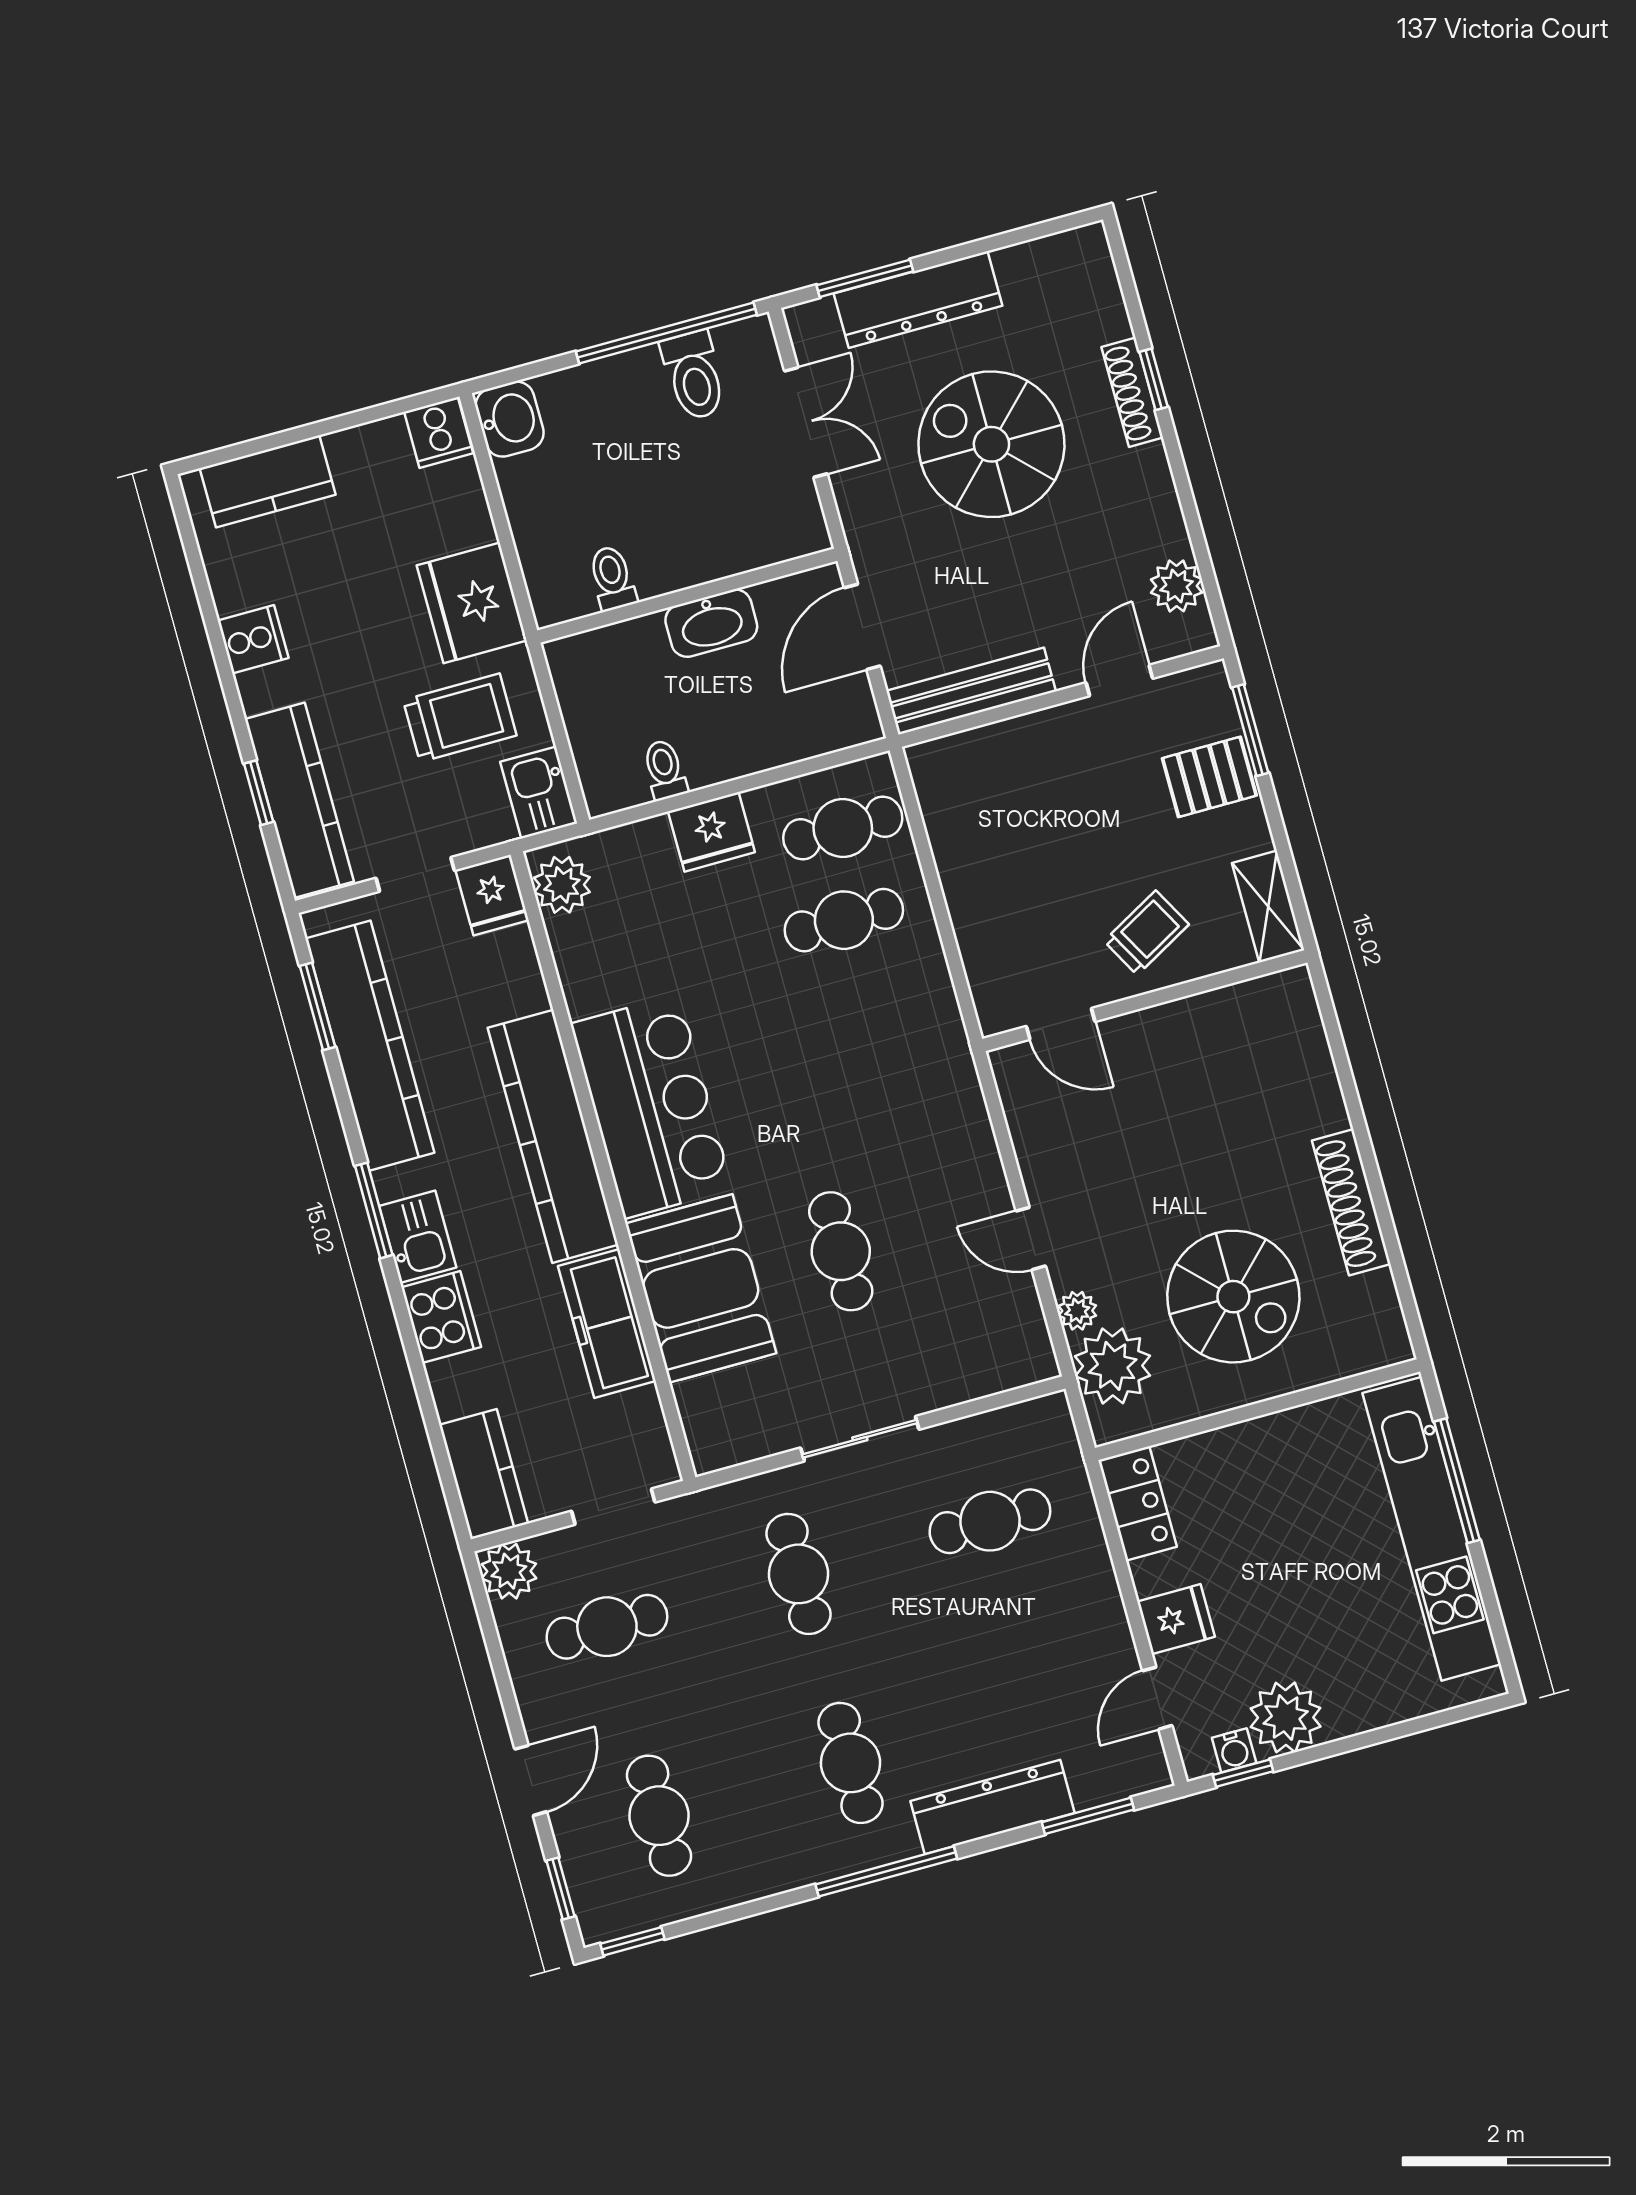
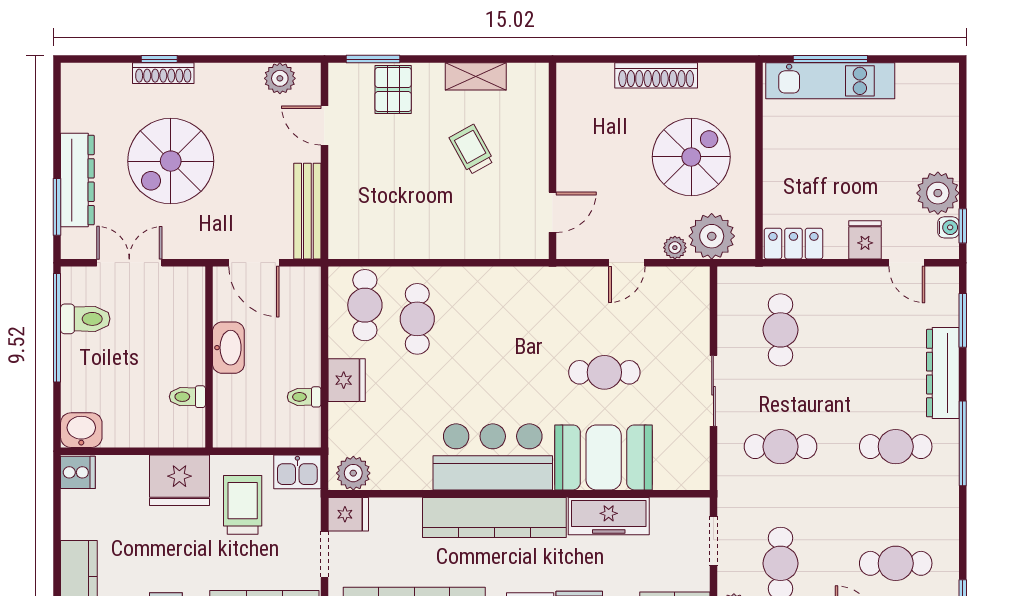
wall: (1145, 1001) -> (552, 161), moved
door: (1061, 1024) -> (552, 212), moved
kitchen unit: (1432, 1529) -> (830, 81), width x0.73

